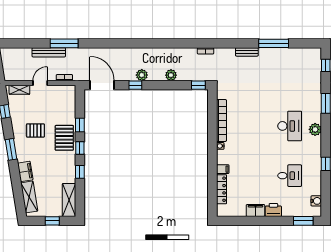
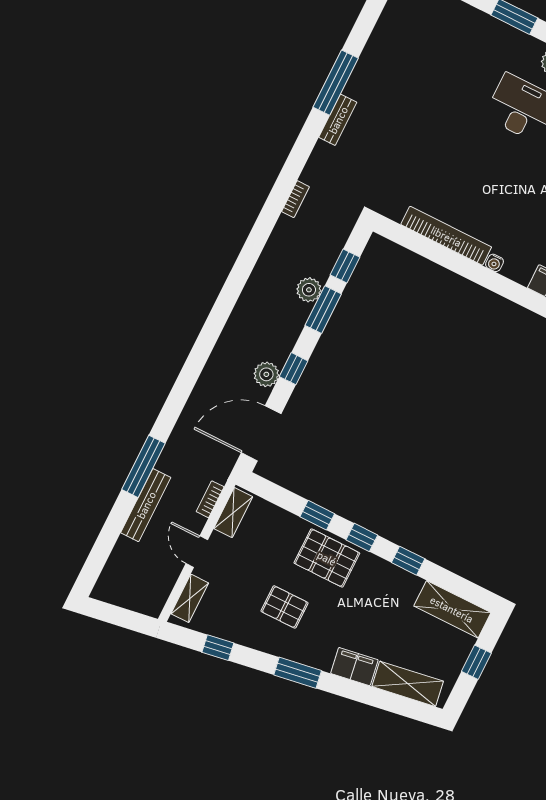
window: (274, 43) -> (336, 83), moved
plant: (142, 75) -> (266, 374), moved
window: (166, 85) -> (323, 310), added
window: (198, 85) -> (345, 266), moved
shelving: (64, 90) -> (233, 513), added
pallet: (35, 130) -> (284, 607), turned 90

